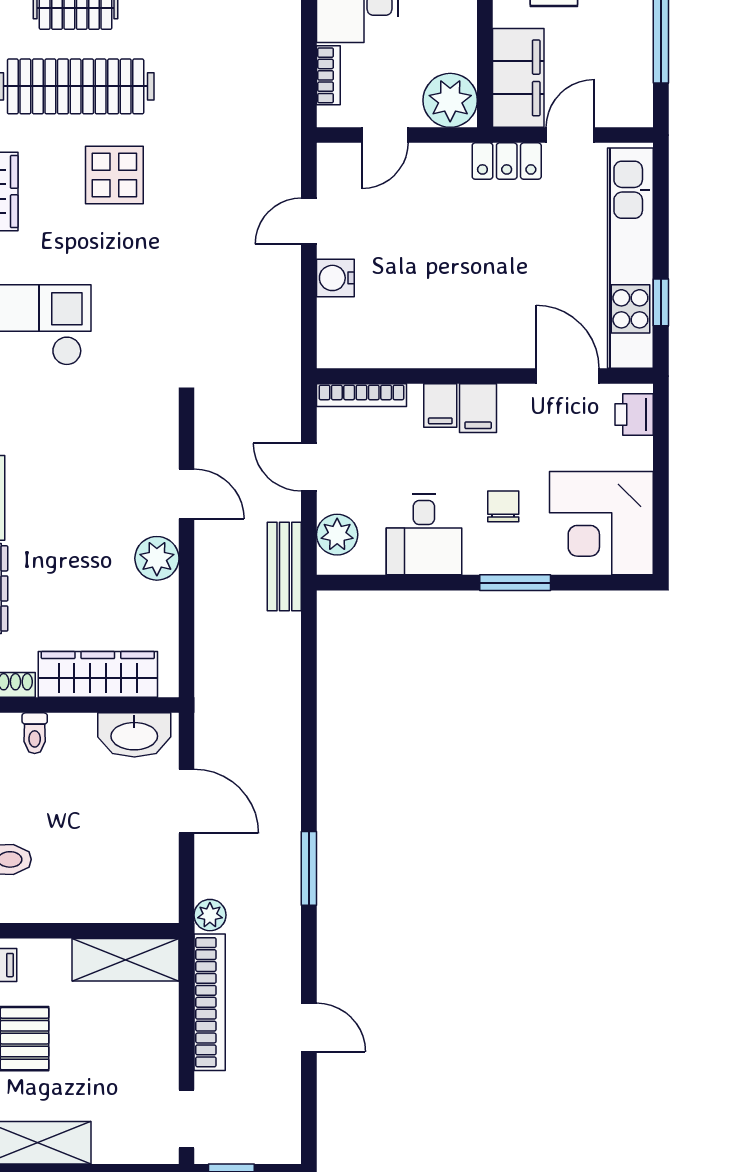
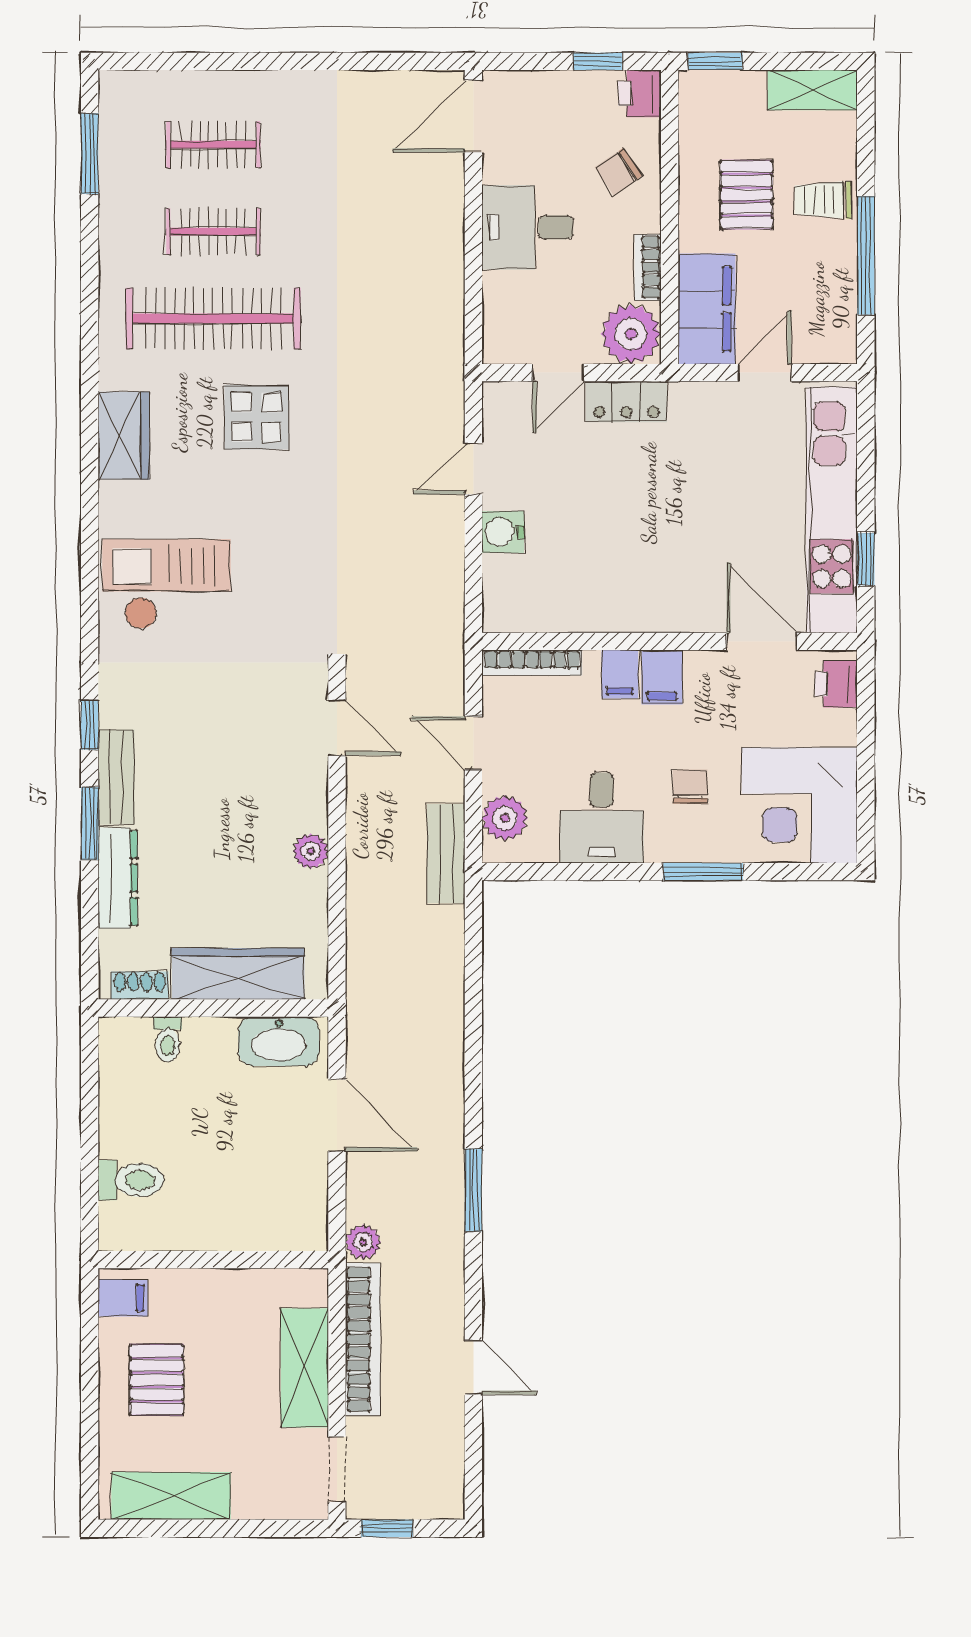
bookcase: (328, 75) -> (648, 267), moved, turned 180
locker: (507, 161) -> (626, 402), moved
door: (186, 494) -> (337, 728), moved
plant: (157, 558) -> (311, 851), width x0.73, depth x0.73
shelving: (125, 960) -> (305, 1368), moved, turned 90

